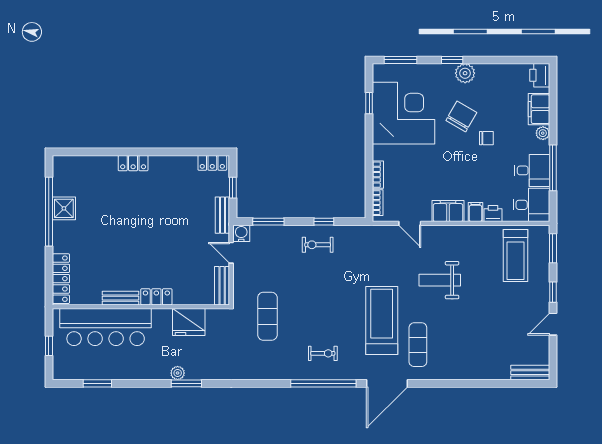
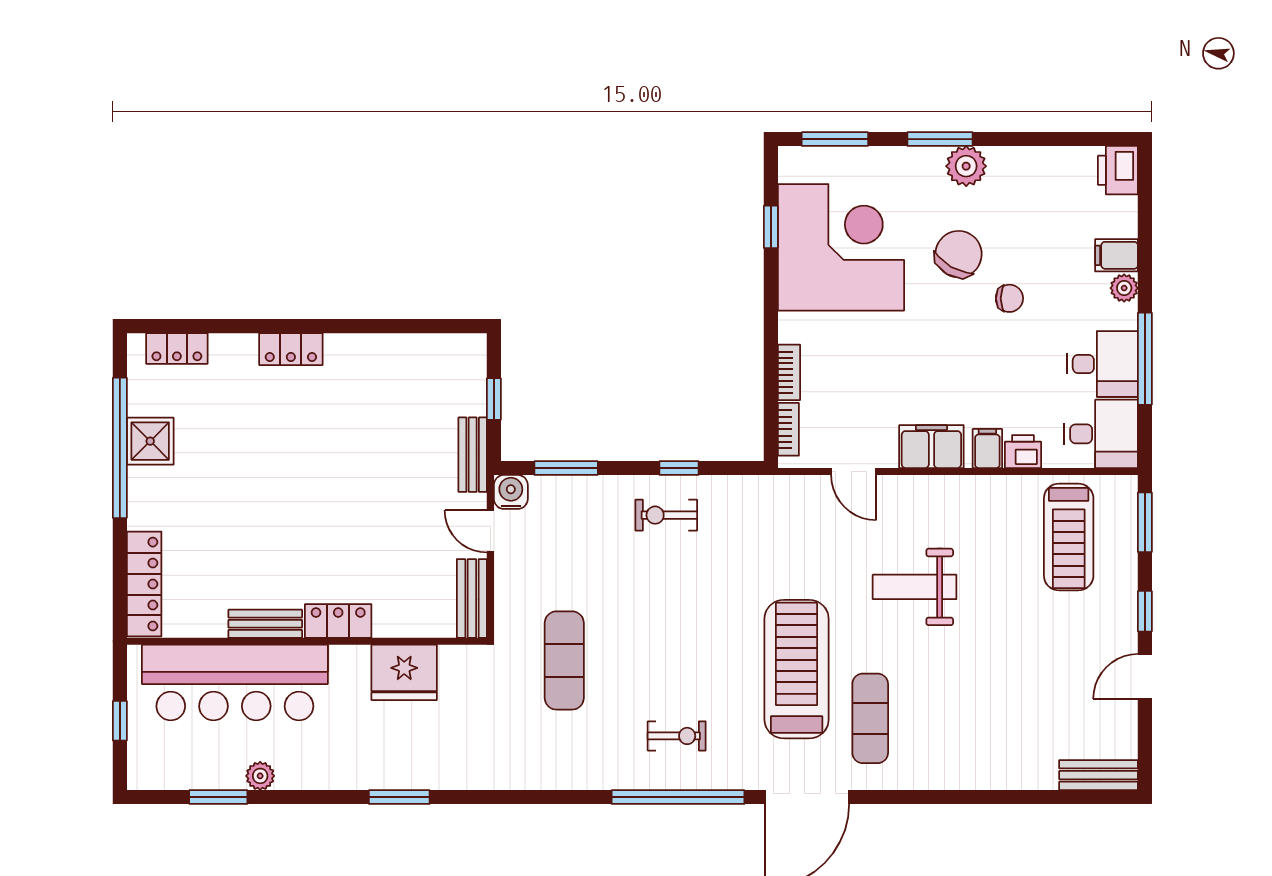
window: (452, 60) -> (940, 139), width x1.50
filing cabinet: (539, 109) -> (1117, 255), width x0.50
locker: (212, 163) -> (177, 348), moved
plant: (178, 373) -> (260, 776), moved

